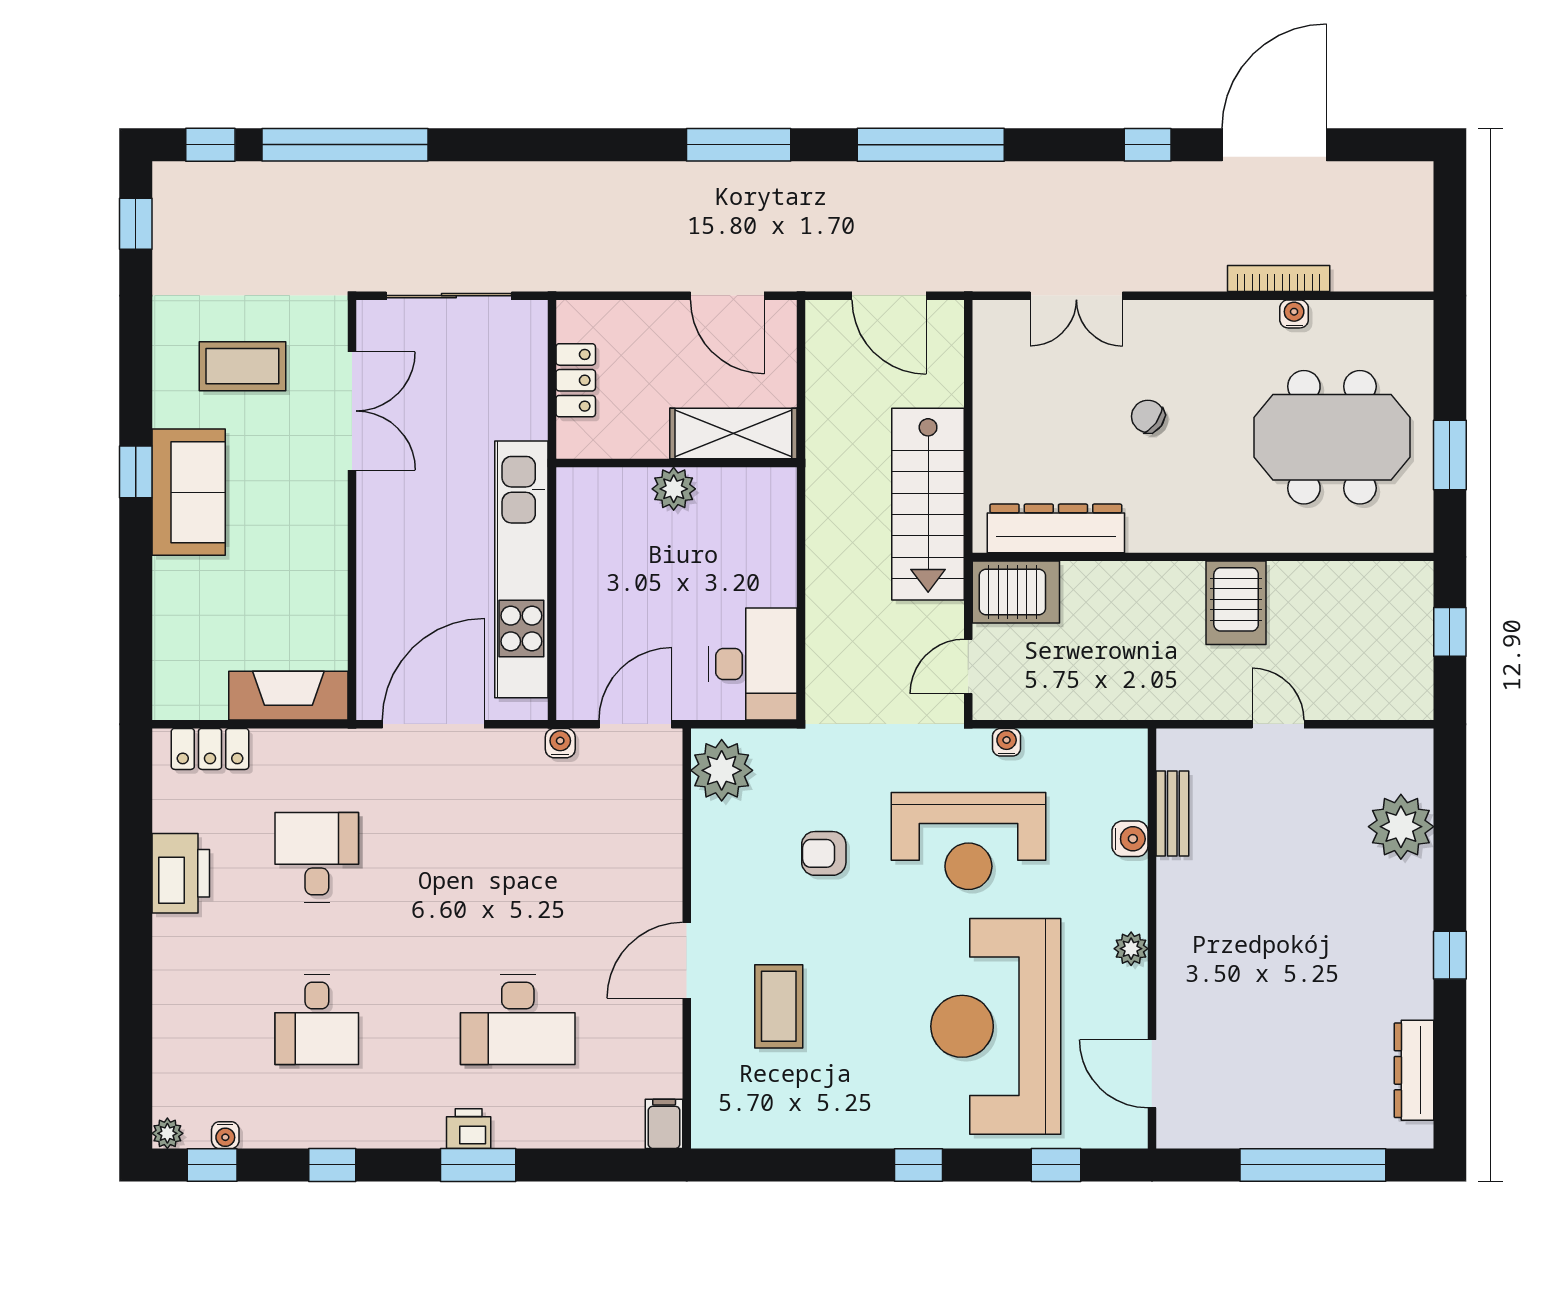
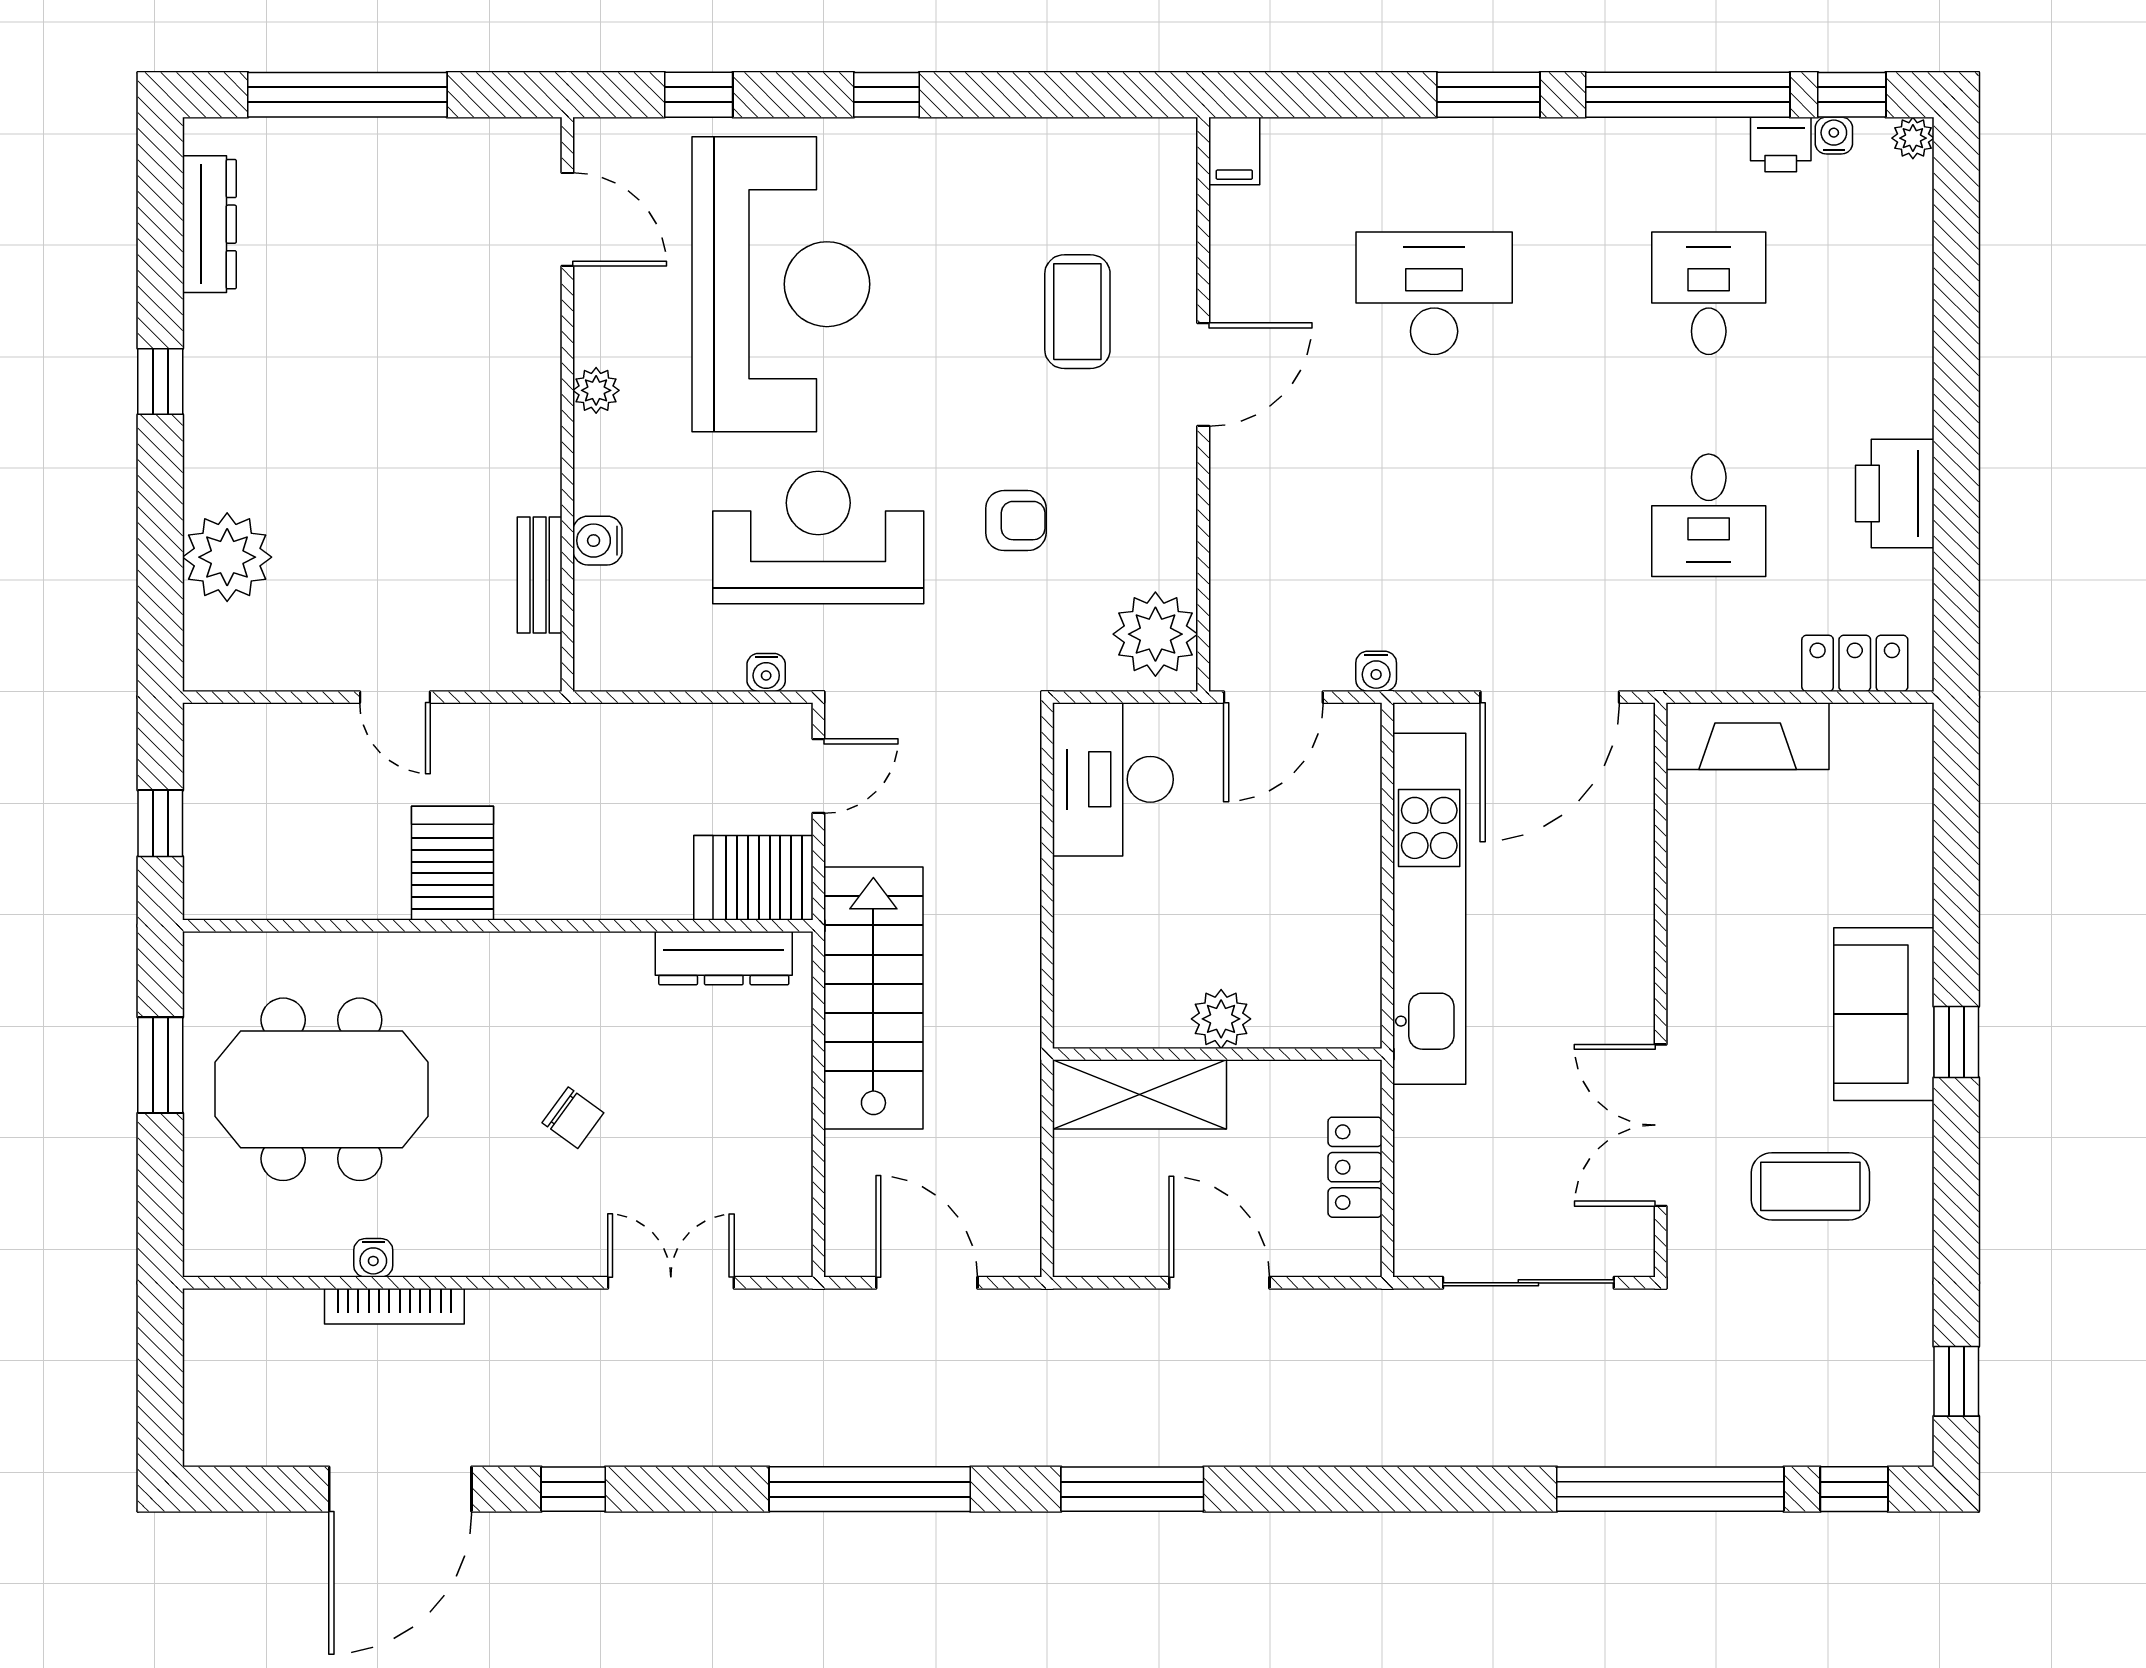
door: (727, 296) -> (1219, 1283), moved
dresser: (1056, 528) -> (724, 958), width x0.73, depth x0.80
printer: (469, 1129) -> (1781, 144), moved
window: (332, 1165) -> (1688, 95), width x3.17

